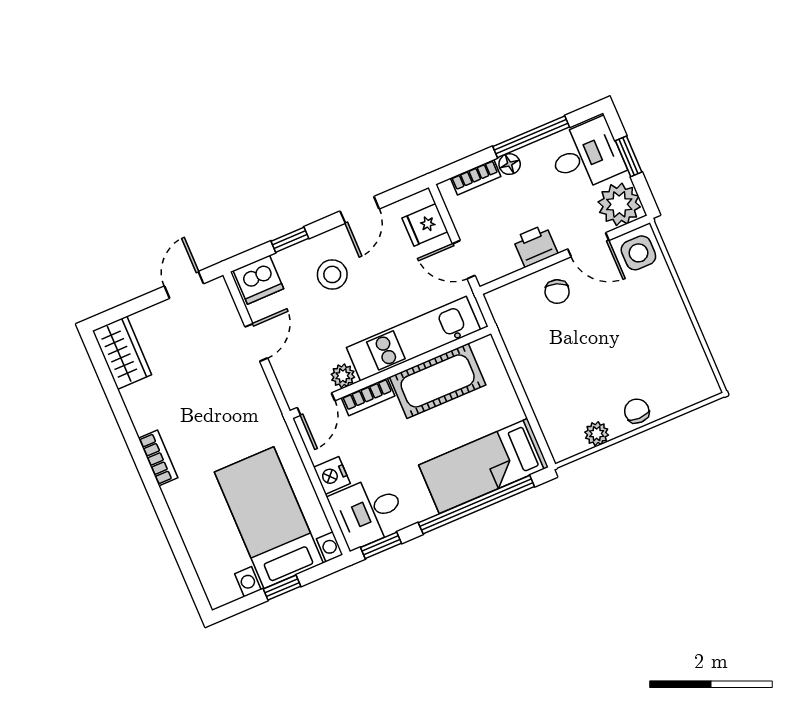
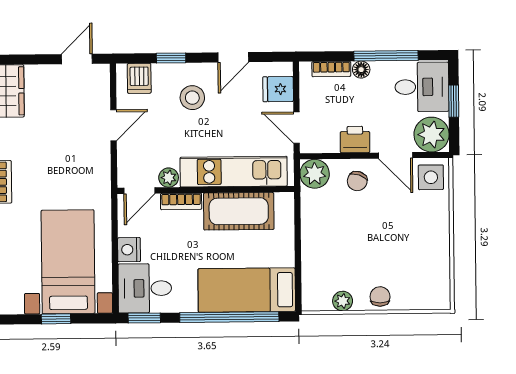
dishwasher: (258, 280) -> (139, 78), width x0.73
plant: (506, 303) -> (315, 174), added

